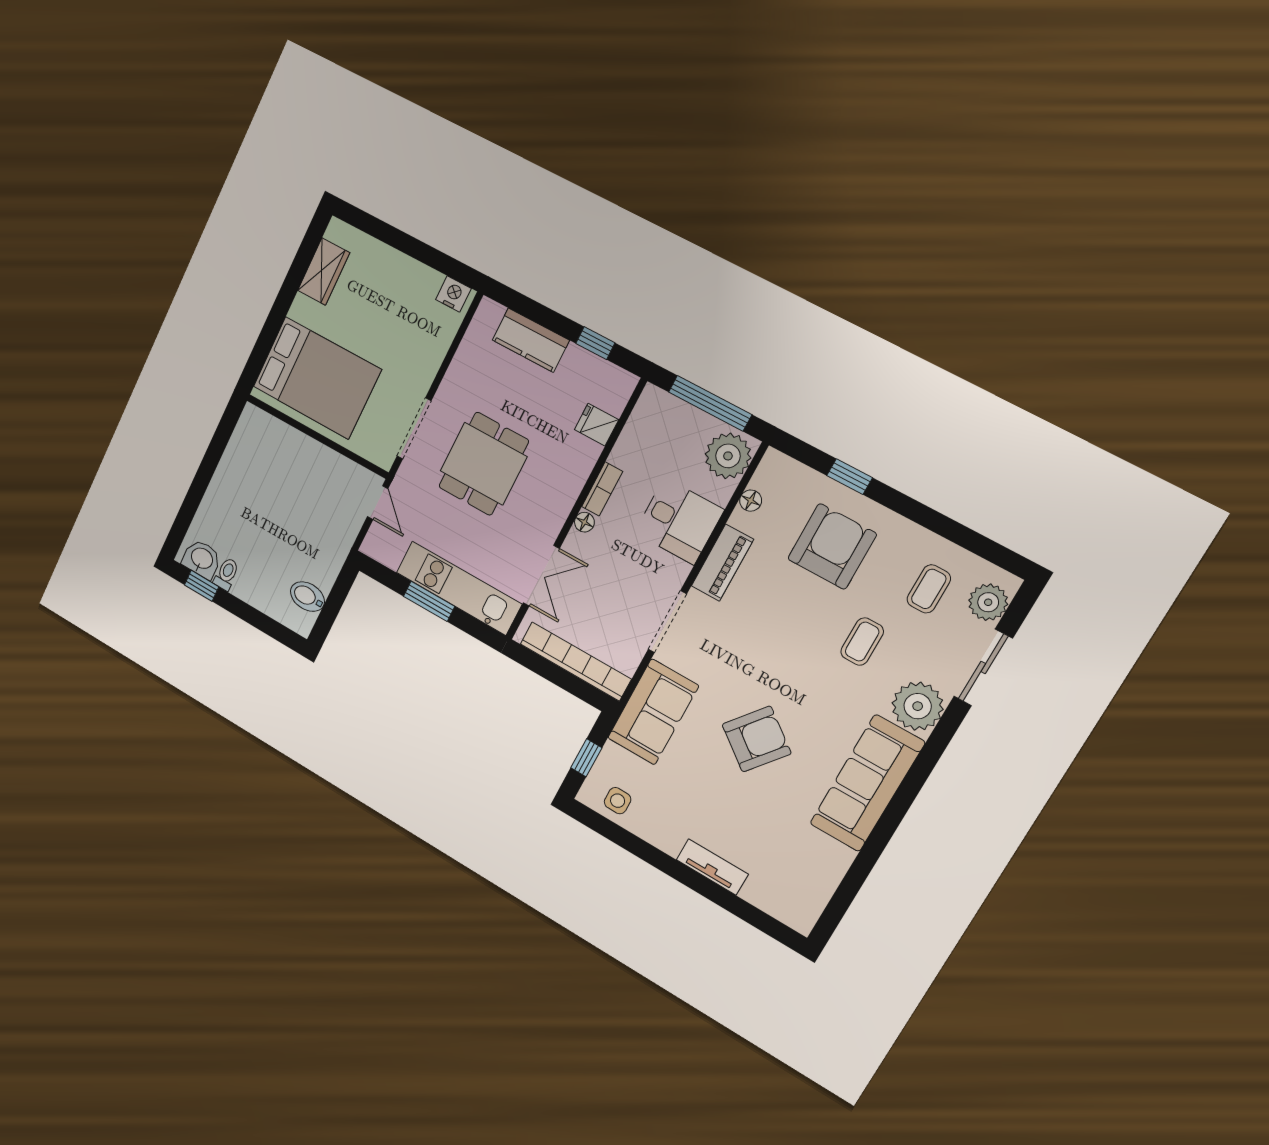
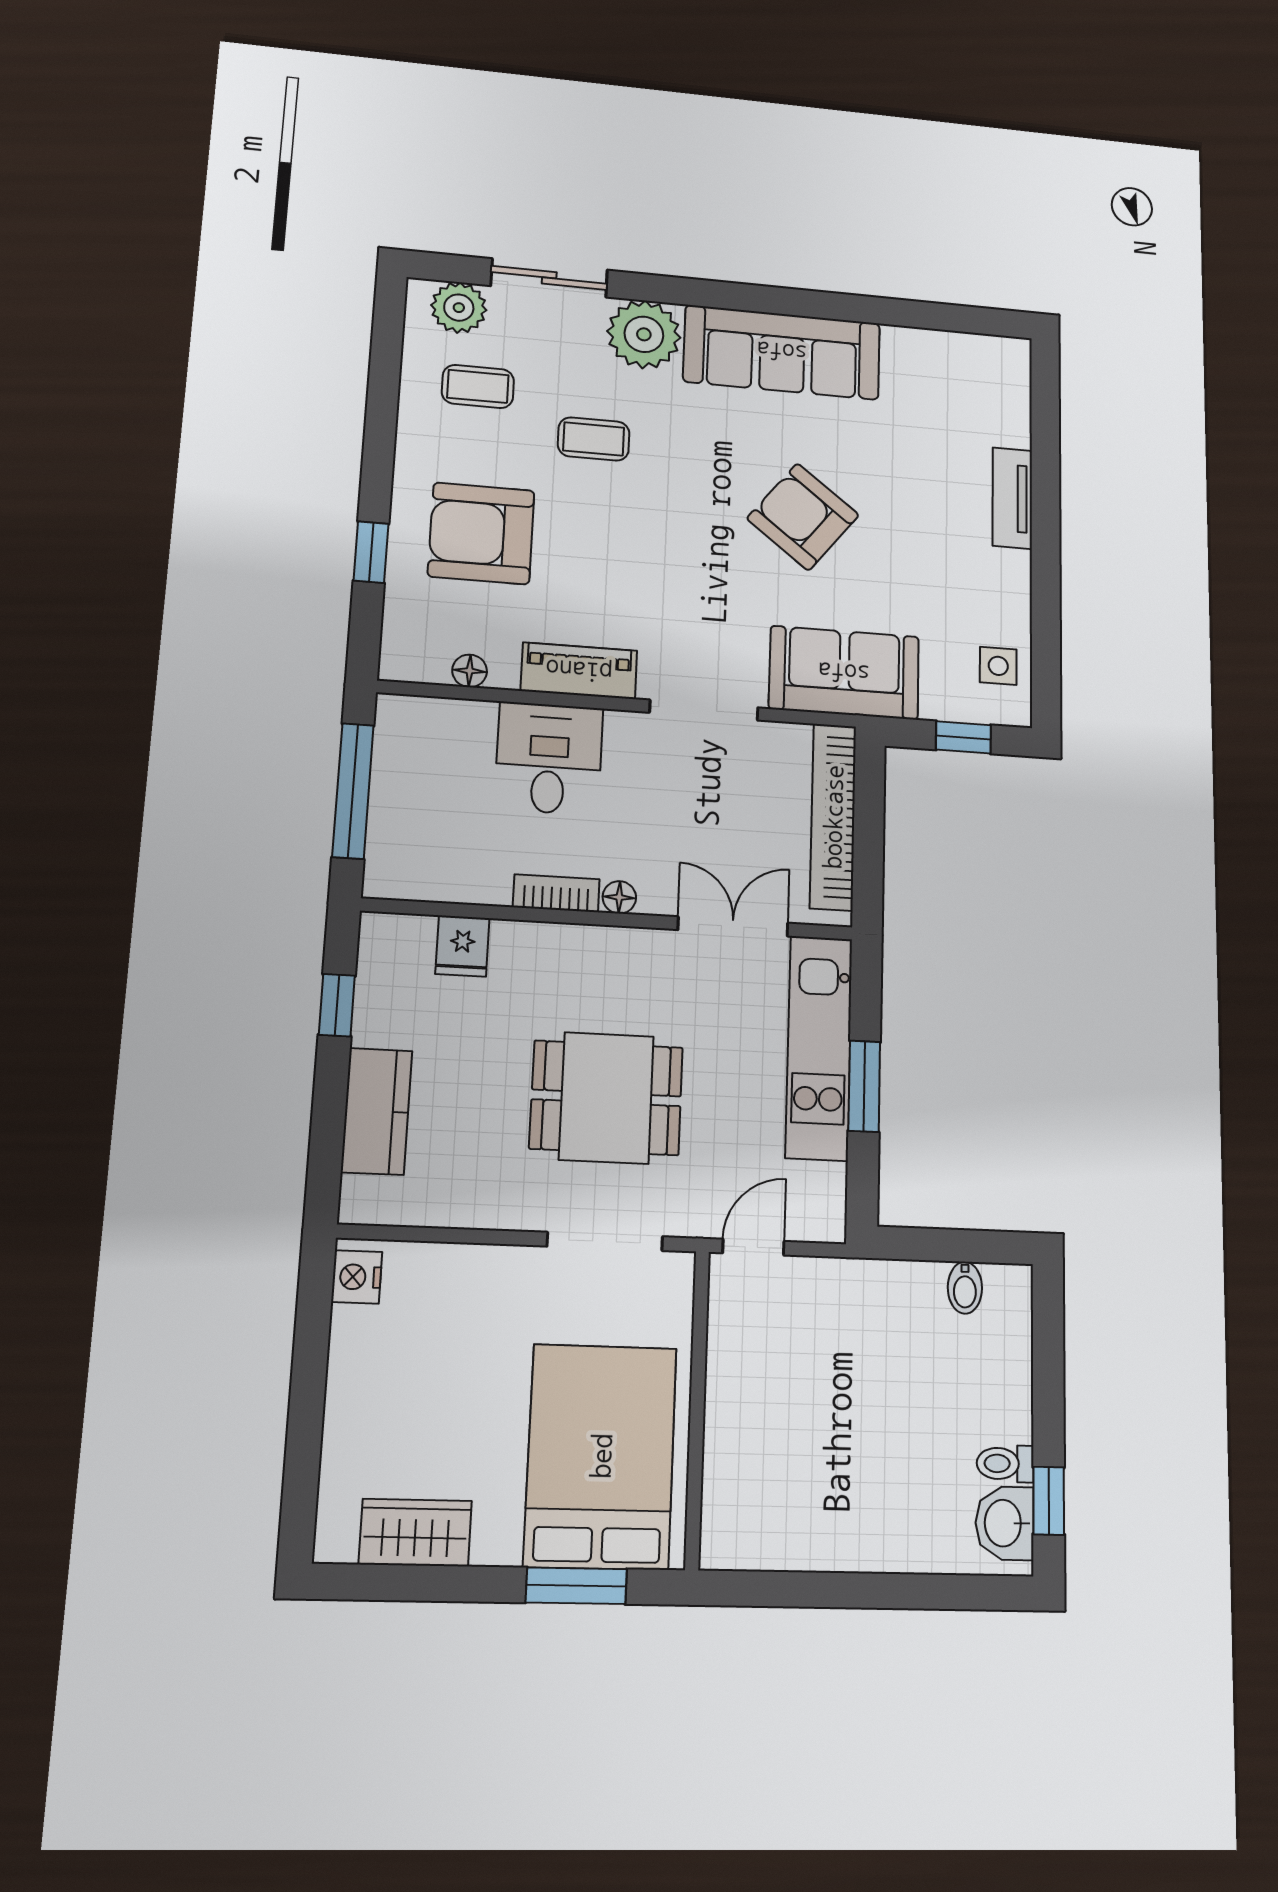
window: (266, 339) -> (576, 1586), added
plant: (728, 456) -> (419, 731), removed
bidet: (307, 597) -> (965, 1288), width x0.72, depth x0.74

